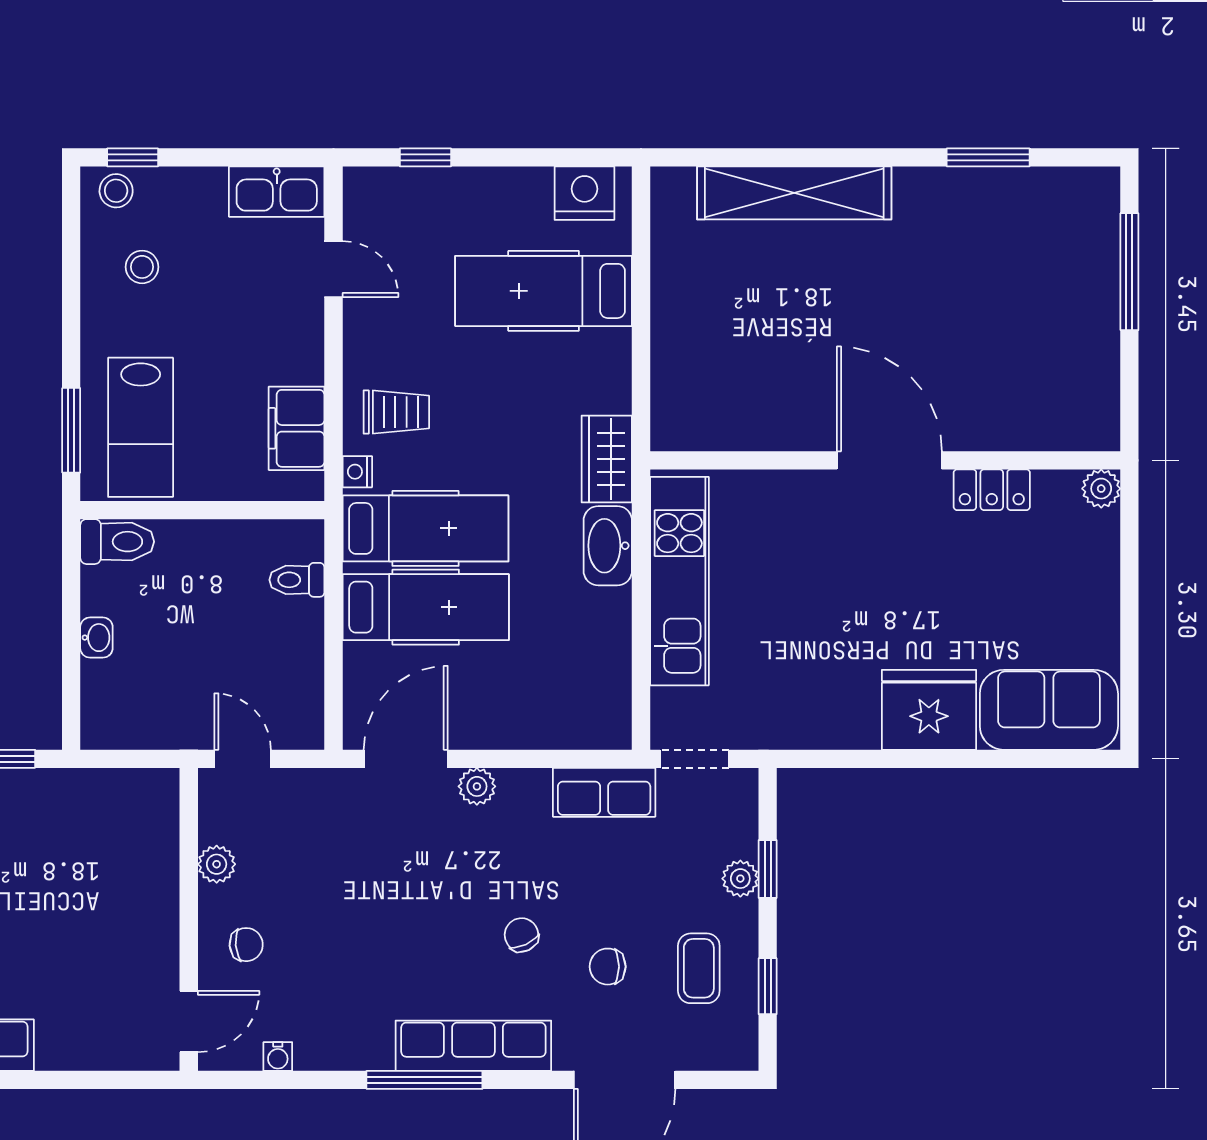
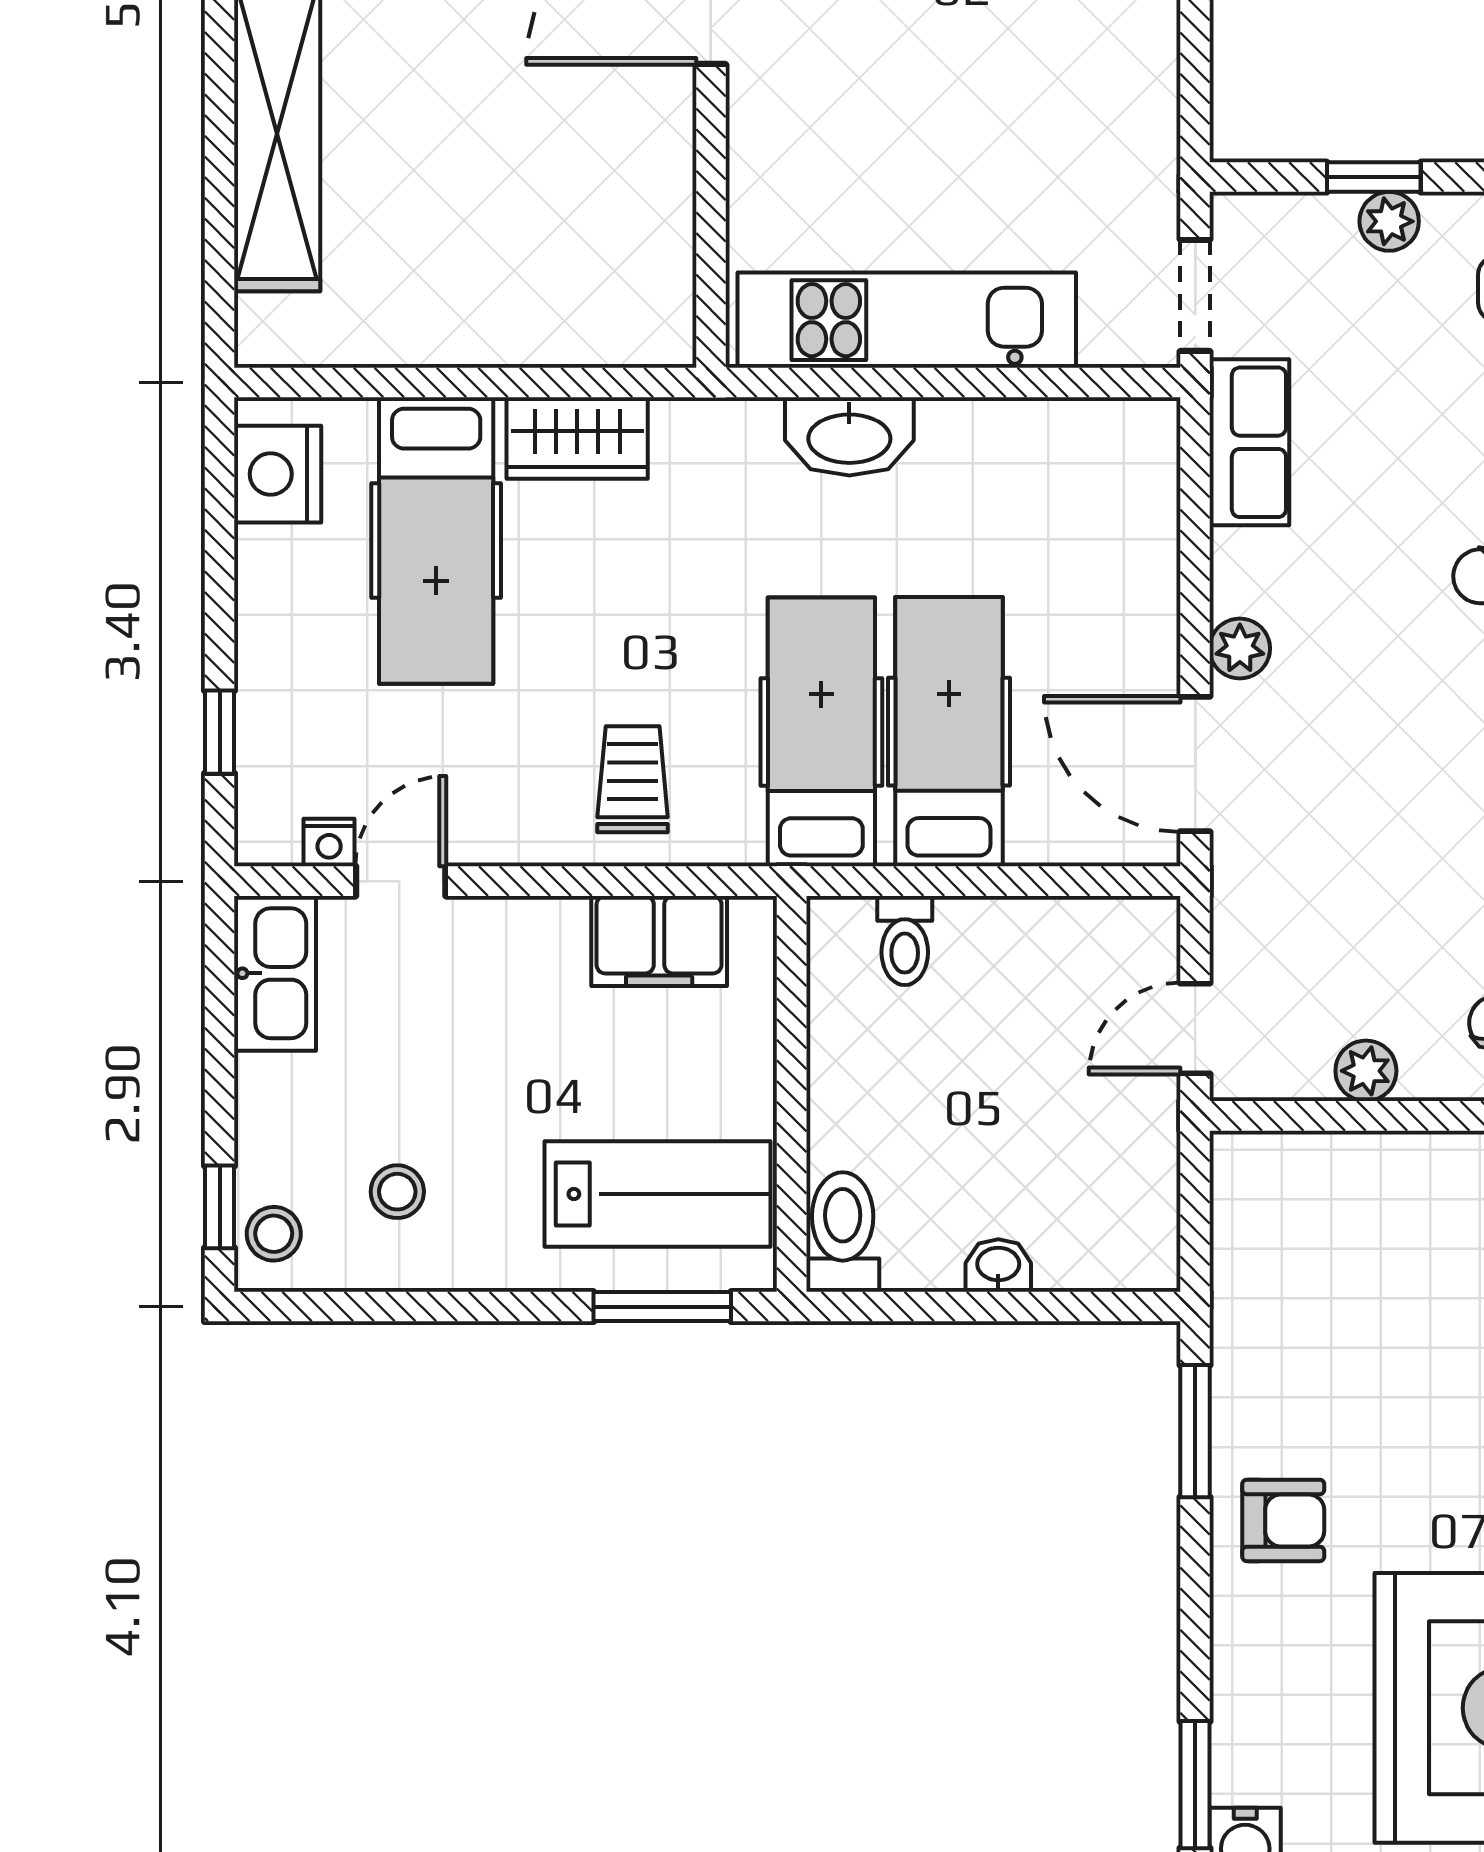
wardrobe: (607, 459) -> (577, 438), moved
nightstand: (357, 472) -> (329, 843), moved

